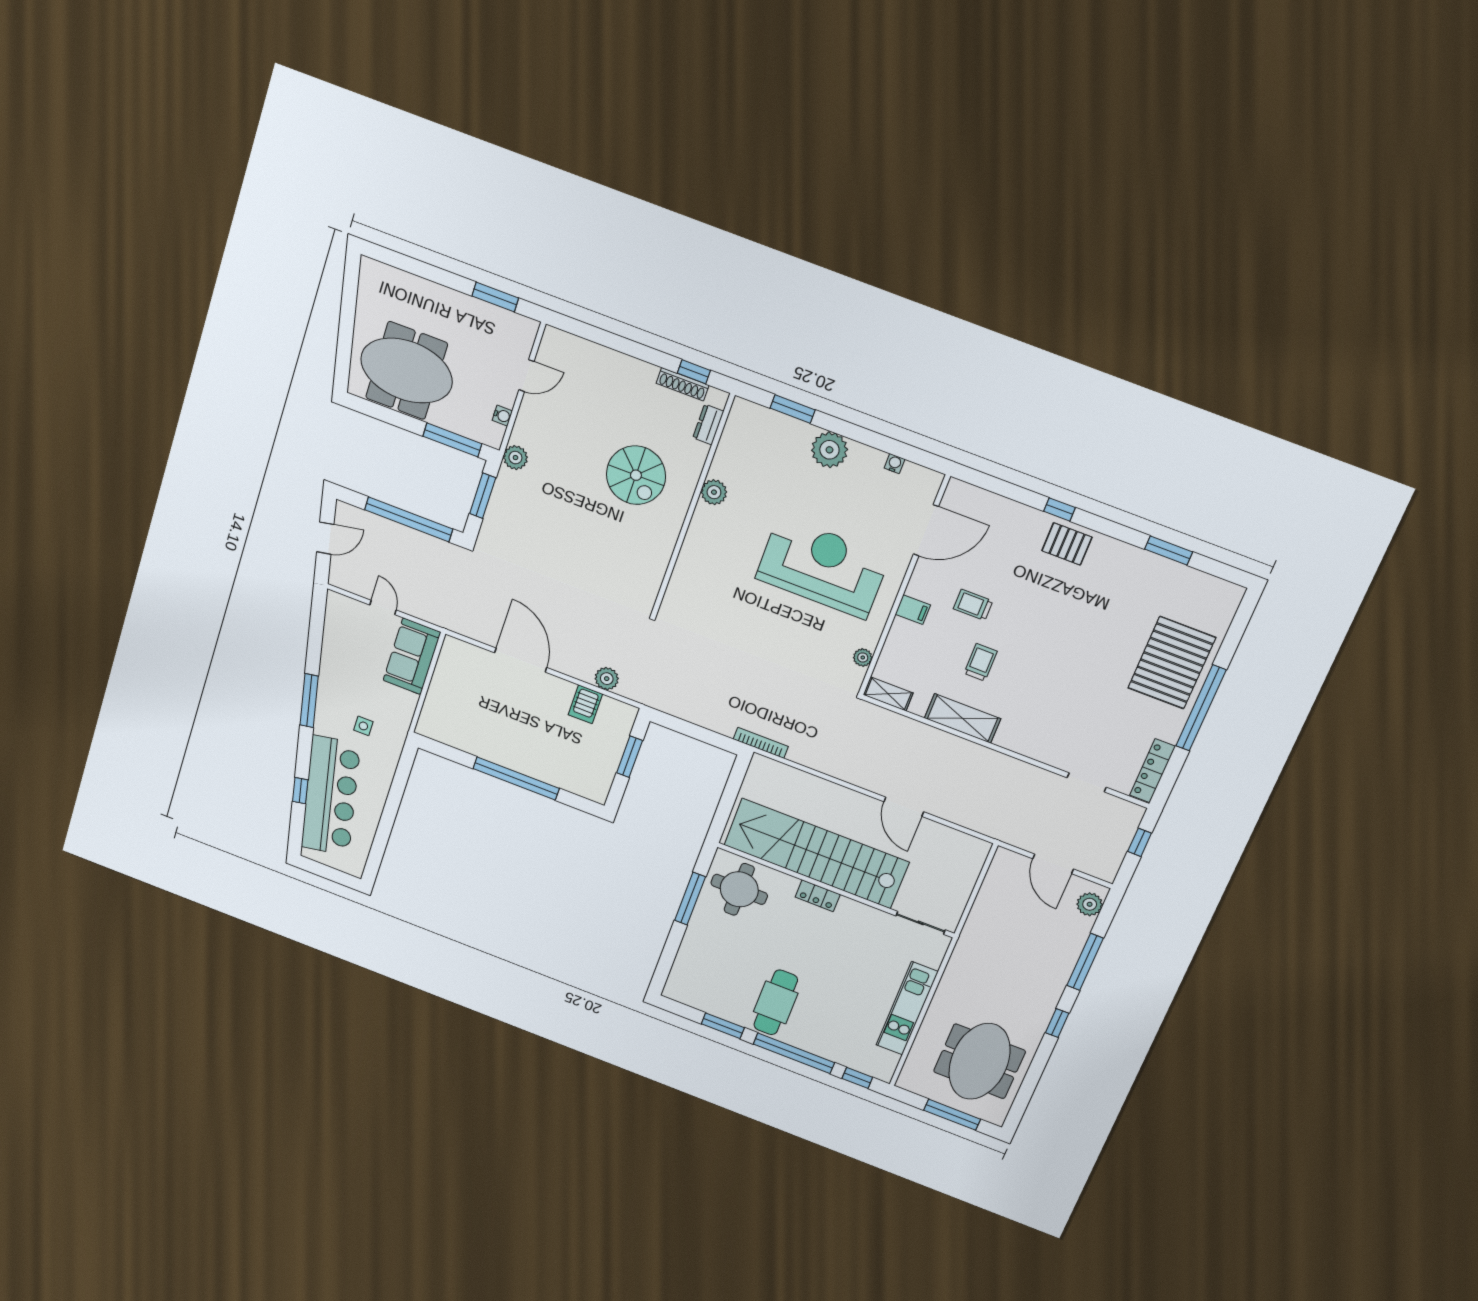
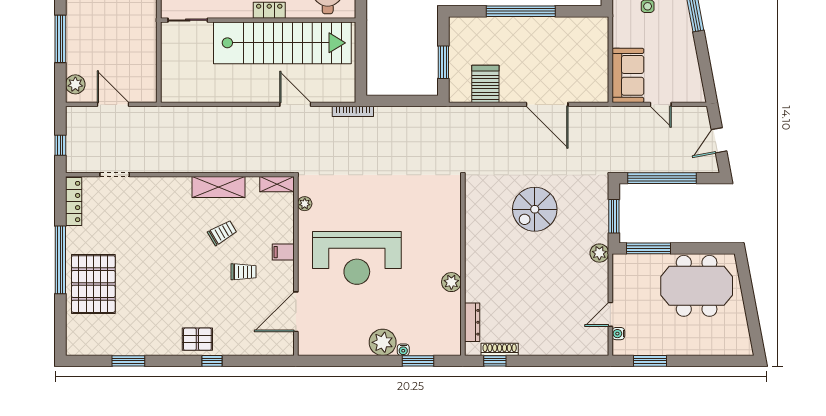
water cooler: (502, 416) -> (618, 334), moved
dresser: (708, 425) -> (472, 322), width x1.44
water cooler: (894, 464) -> (403, 350), moved
spiral stairs: (636, 475) -> (535, 209), moved, turned -90
trolley: (981, 662) -> (222, 233), turned -120
plant: (607, 679) -> (480, 115), removed
server rack: (585, 704) -> (485, 84), width x1.36, depth x1.44
door: (904, 807) -> (295, 104), moved

